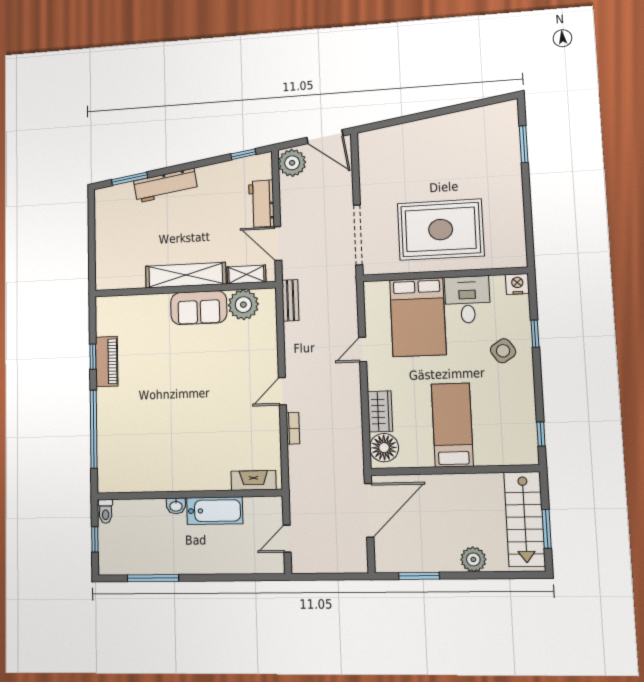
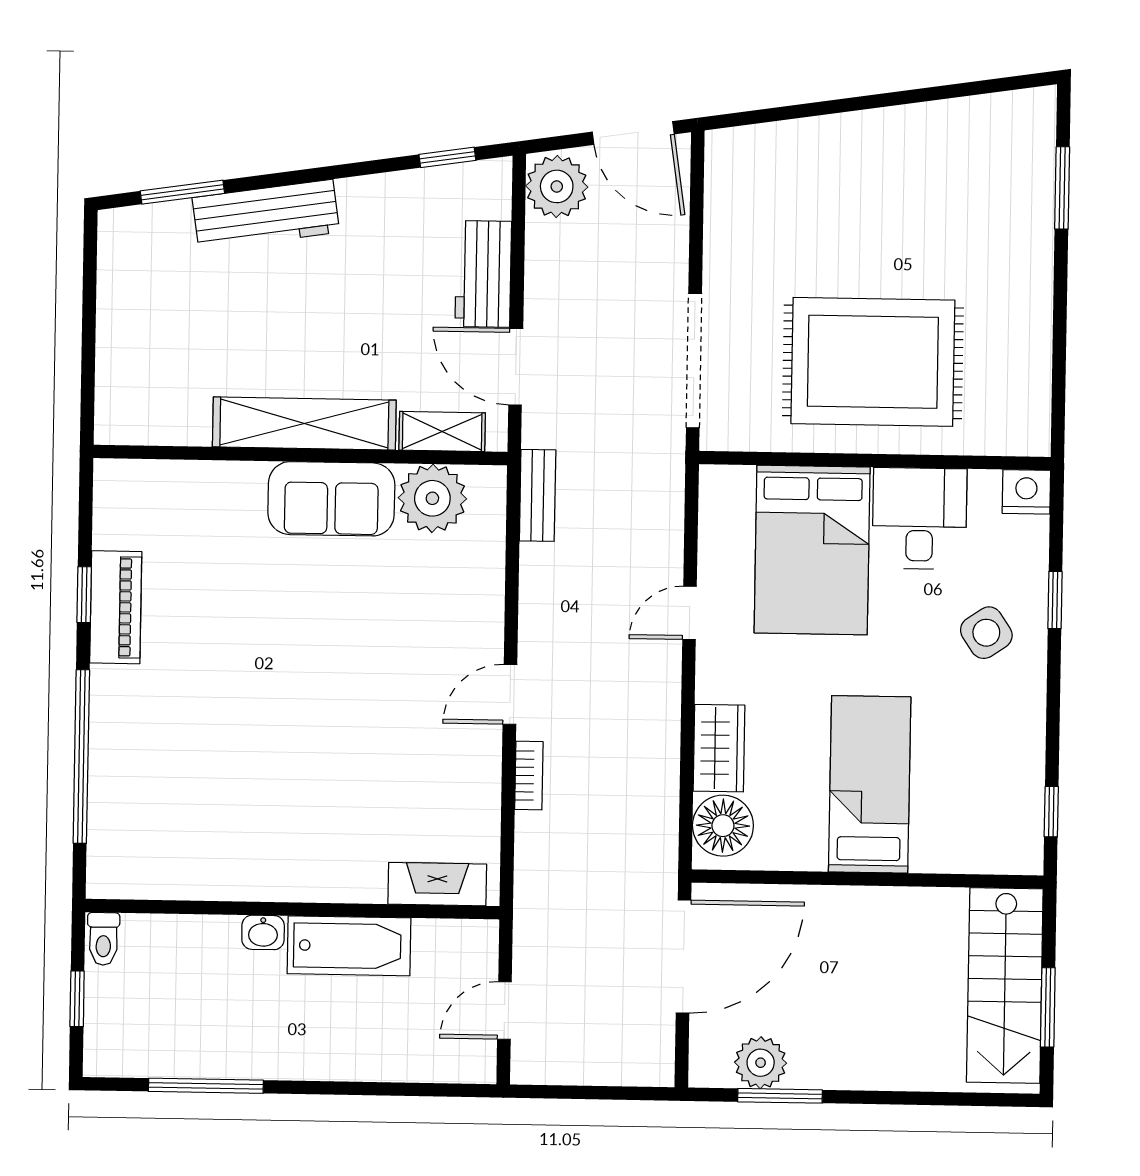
plant: (473, 559) -> (761, 1063), moved

